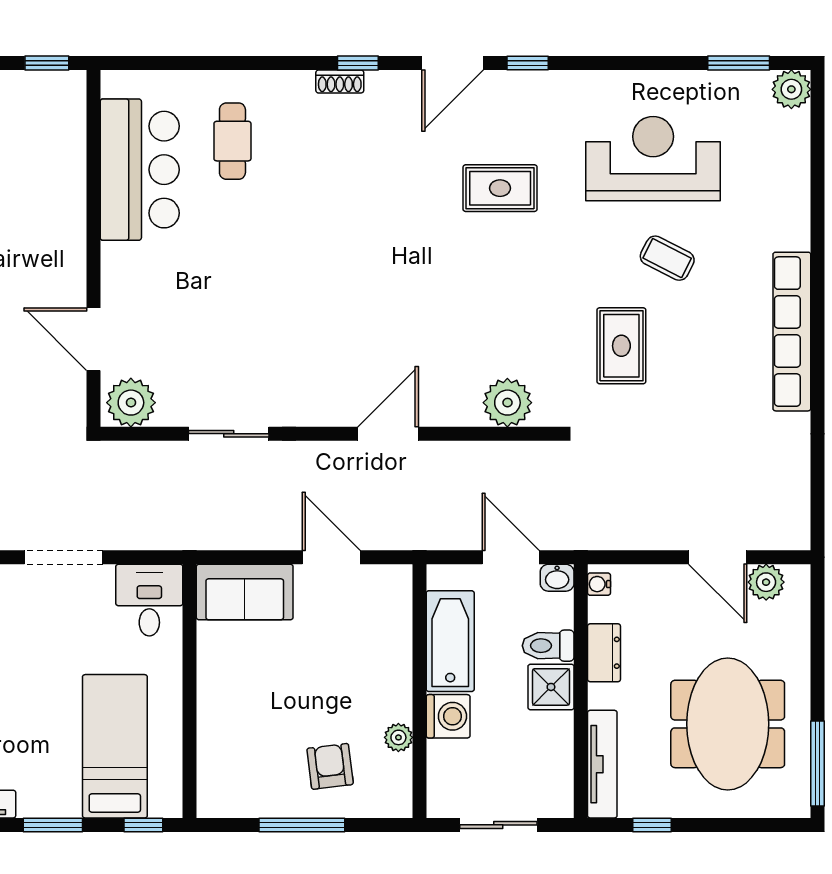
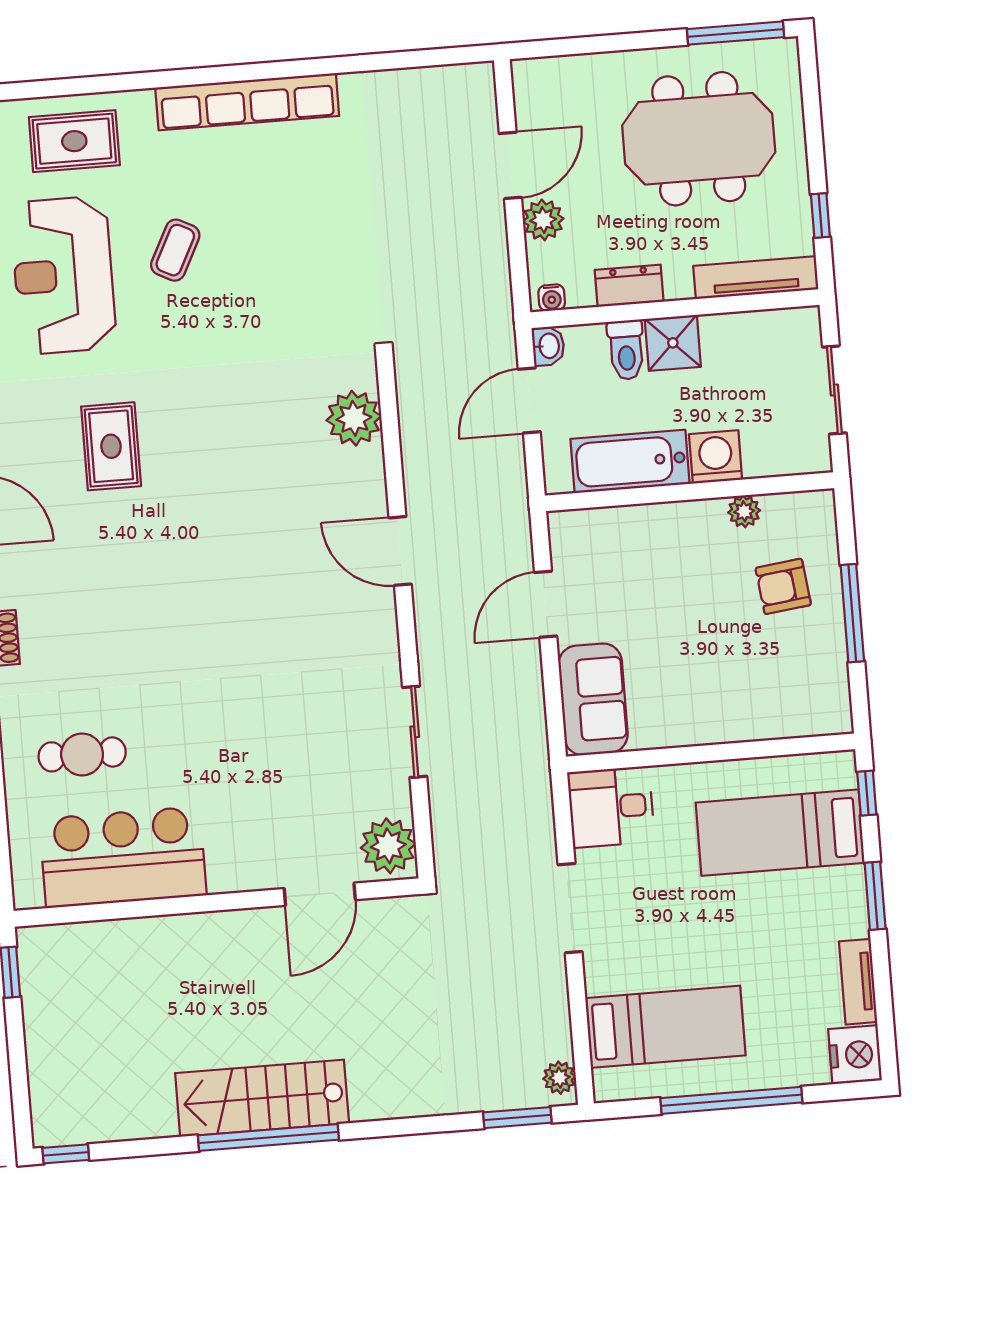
rug: (621, 346) -> (74, 141), moved
plant: (766, 582) -> (543, 220), moved

